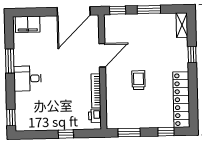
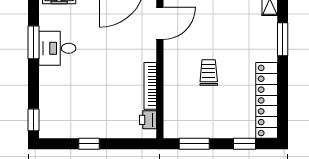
door: (102, 55) -> (160, 23), moved
window: (192, 55) -> (283, 39), width x1.50
desk: (27, 78) -> (57, 48), moved
window: (66, 134) -> (89, 144), moved

